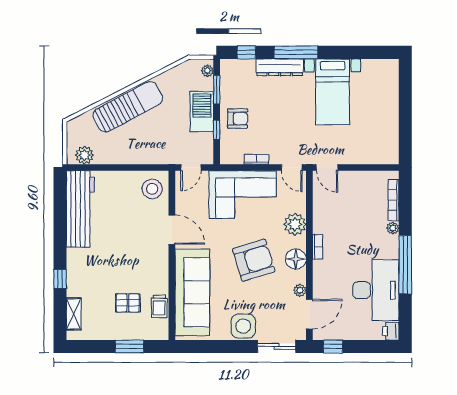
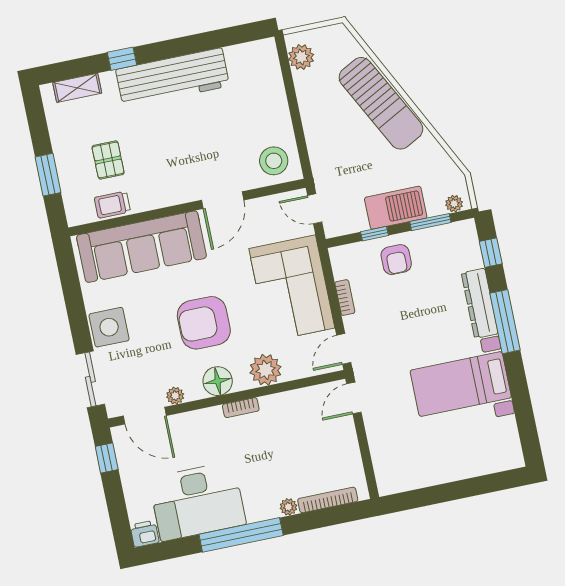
workbench: (80, 209) -> (173, 78), moved
armchair: (254, 260) -> (204, 323), turned 107

